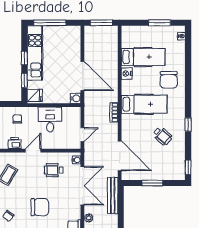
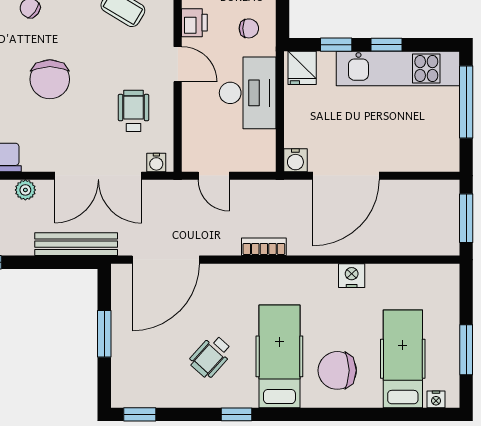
hospital bed: (143, 57) -> (403, 359), moved, turned 180
hospital bed: (144, 104) -> (279, 356), moved, turned 180
desk: (50, 120) -> (248, 93), width x1.37

